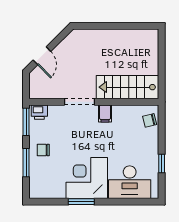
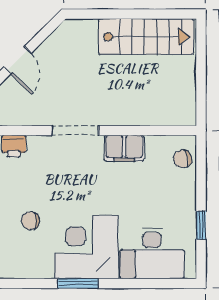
stairs: (128, 87) -> (146, 37), moved, turned 180
filing cabinet: (105, 113) -> (124, 148), width x2.00
chair: (43, 150) -> (30, 221), moved

